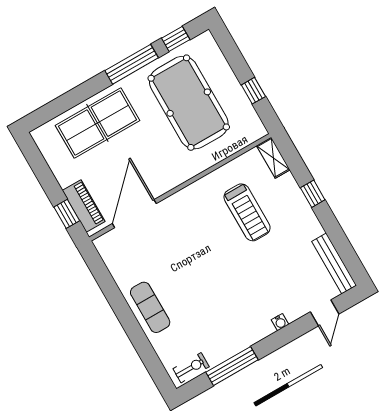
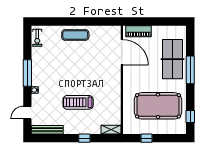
window: (132, 64) -> (190, 70), moved
treadmill: (247, 212) -> (78, 102), moved
window: (67, 214) -> (139, 22), removed
door: (325, 313) -> (27, 113), hinge flipped
window: (232, 366) -> (27, 73), moved

